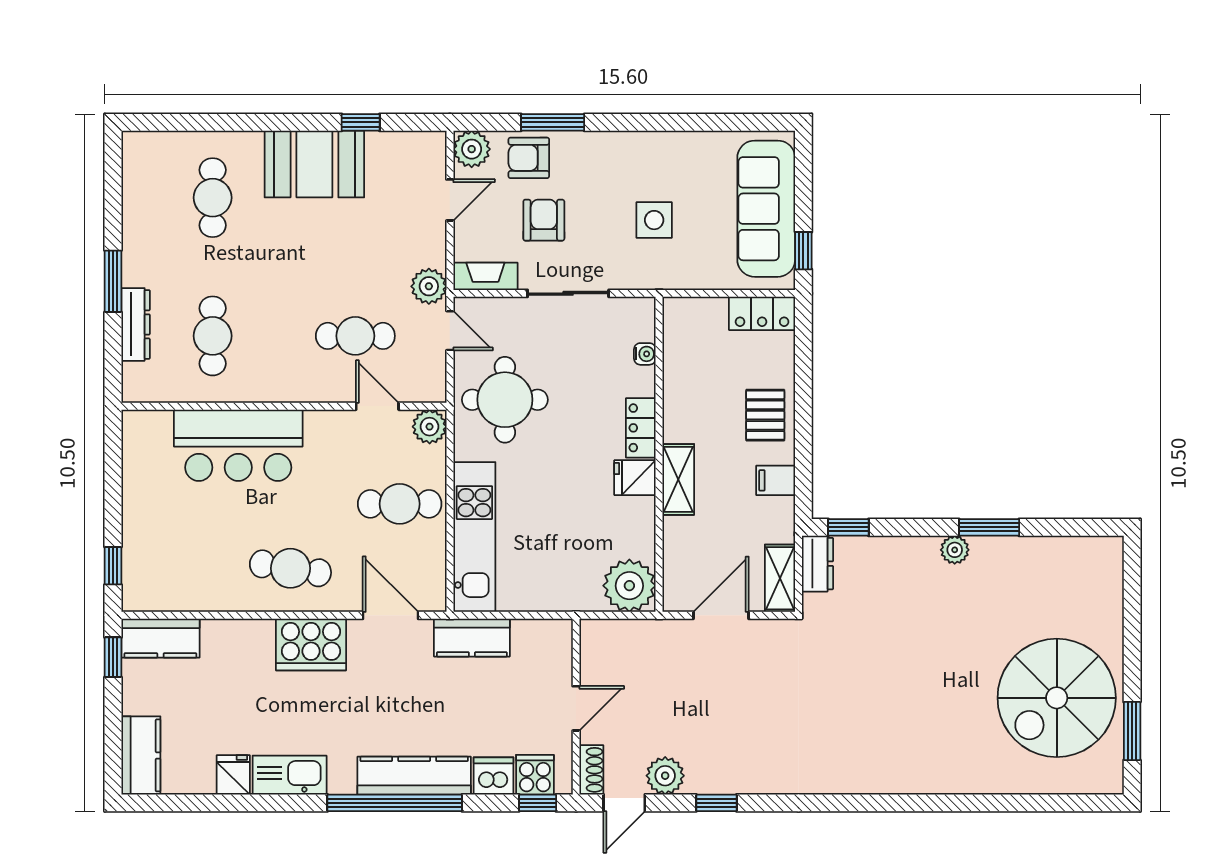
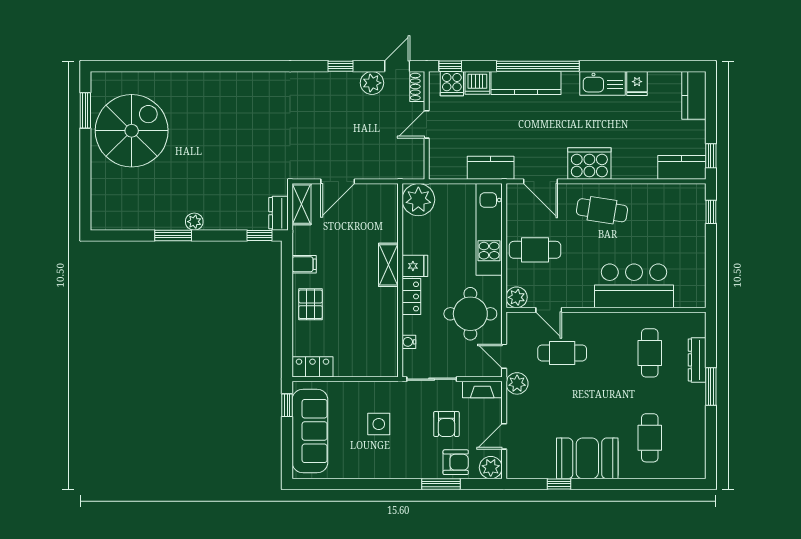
water cooler: (645, 354) -> (409, 342), moved
locker: (641, 428) -> (411, 296), moved
wall: (659, 454) -> (400, 280), moved
fridge: (635, 478) -> (415, 266), moved
shelving: (678, 479) -> (388, 265), moved
plant: (629, 586) -> (418, 200), moved

